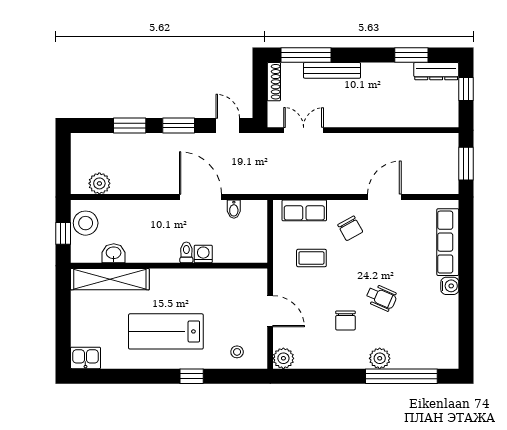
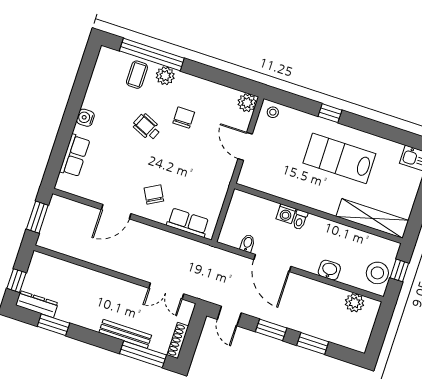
row of seats: (448, 242) -> (75, 156), width x0.68
washbasin: (114, 253) -> (329, 270), moved, turned 180
coffee table: (311, 258) -> (137, 75), moved, turned 90
lab bench: (166, 331) -> (339, 158), turned 180
stool: (237, 352) -> (273, 112), moved

